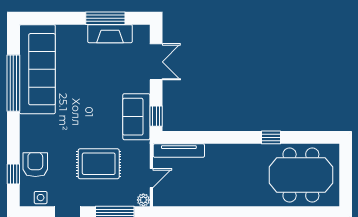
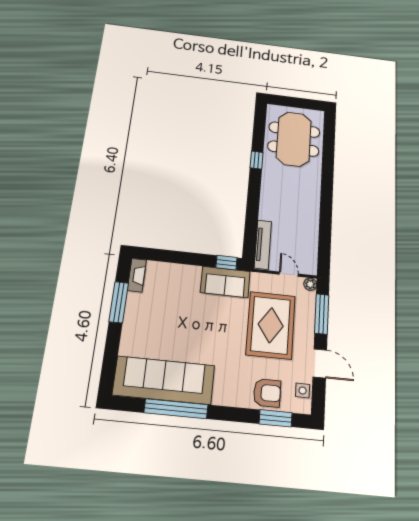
fireplace: (110, 34) -> (137, 275), moved, width x0.73, depth x0.76
double door: (156, 62) -> (171, 256), removed
rug: (99, 164) -> (271, 325), width x1.37, depth x1.44
armchair: (35, 165) -> (267, 393), turned 180
window: (13, 174) -> (276, 418), width x1.50

